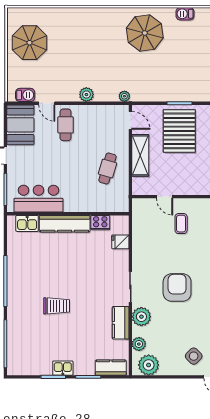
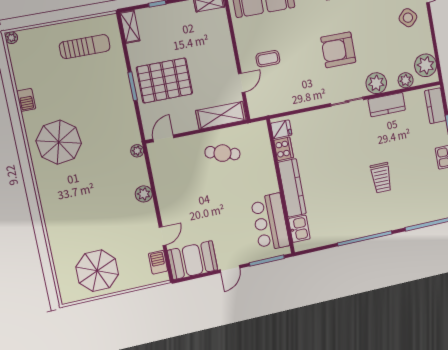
cafe table: (66, 125) -> (183, 210), removed
shelving: (140, 155) -> (221, 115), moved
fridge: (120, 242) -> (281, 129), moved, turned -90
trolley: (57, 306) -> (381, 178), turned 180

